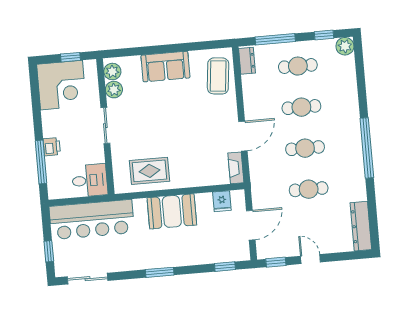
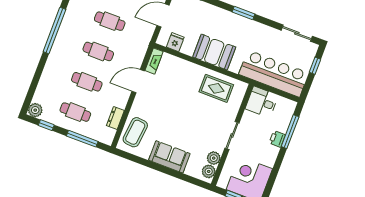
dresser: (247, 61) -> (115, 118), moved

